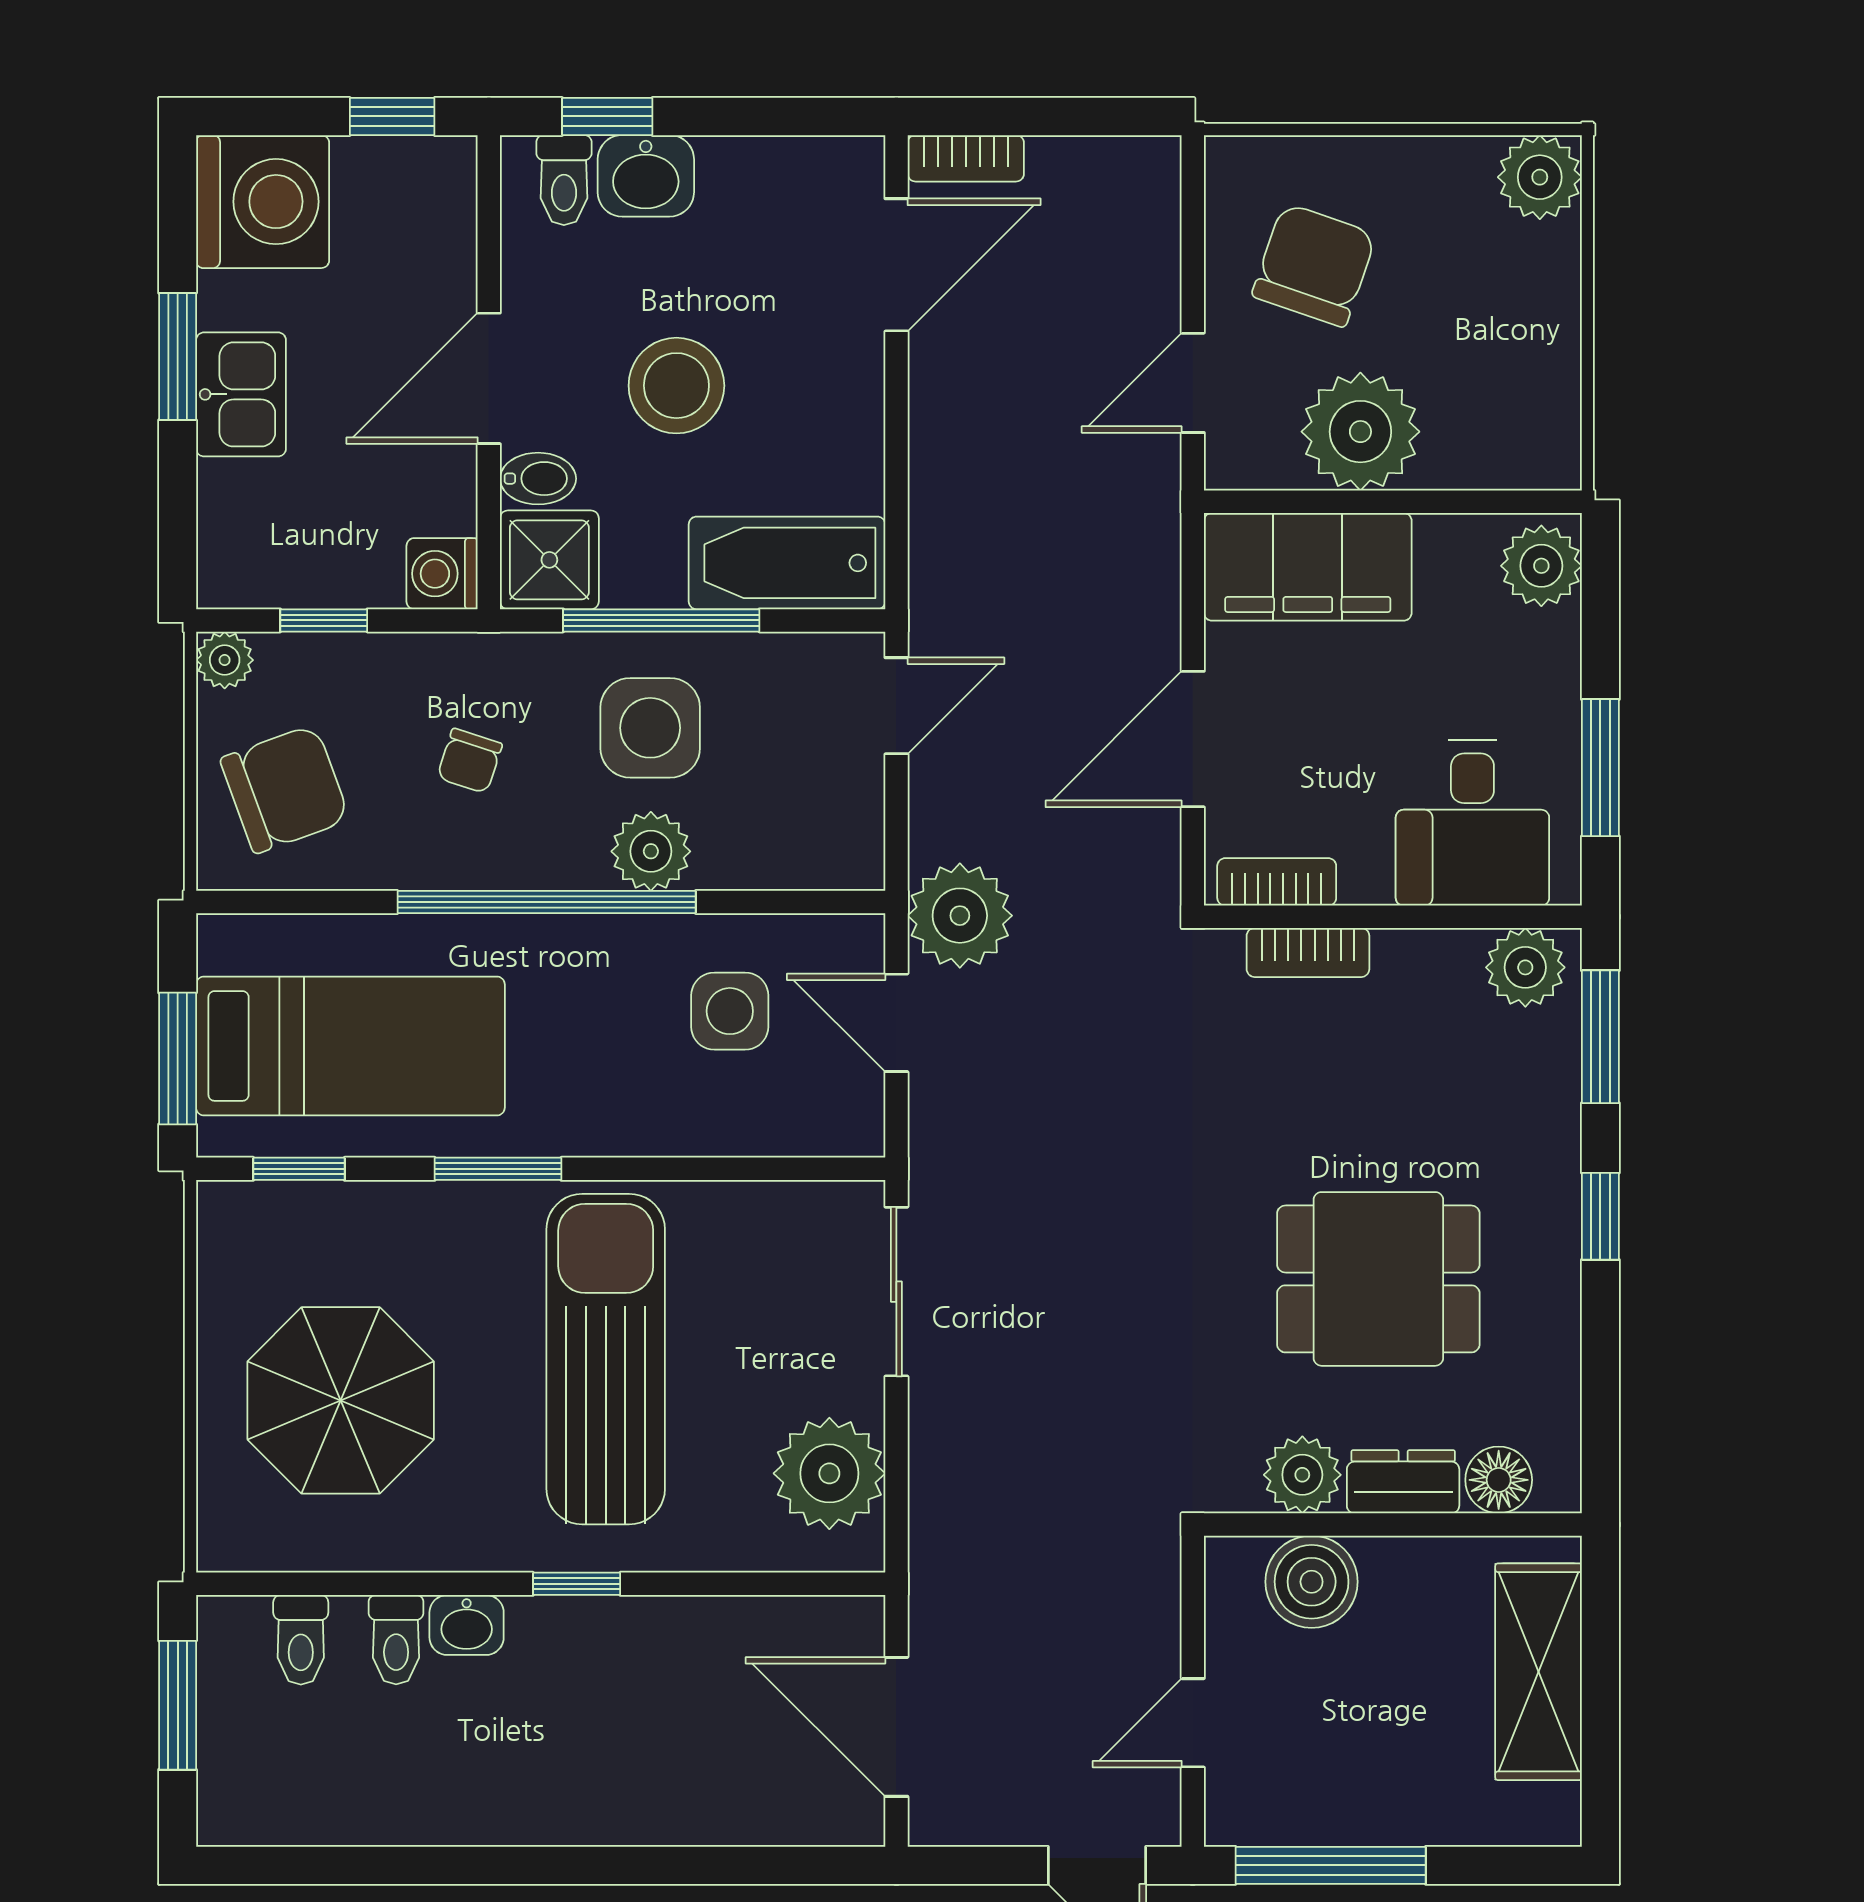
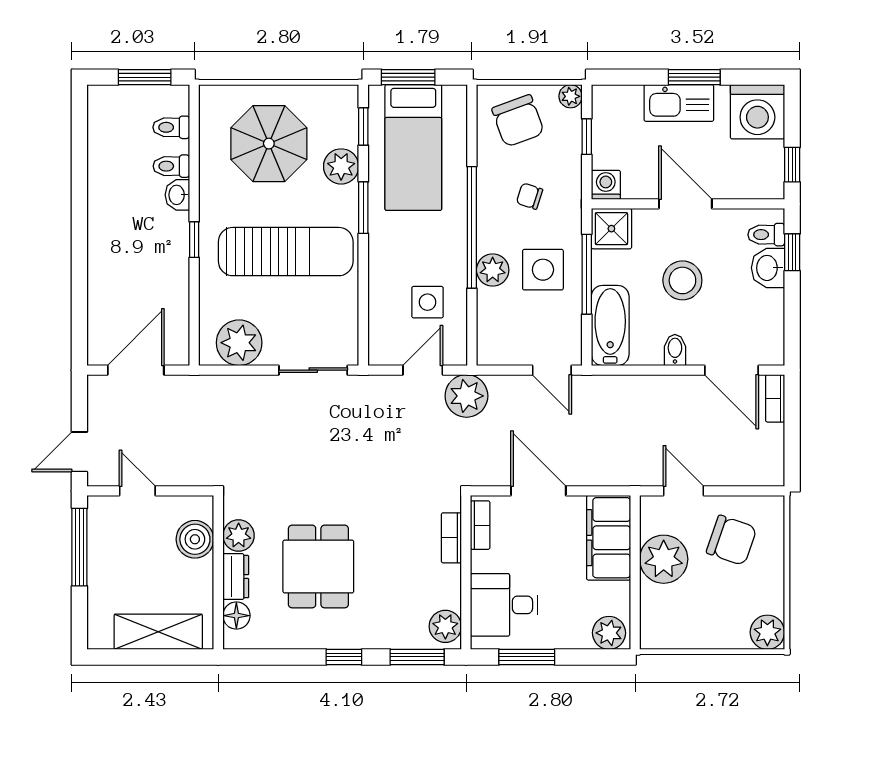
kitchen sink: (241, 394) -> (679, 103), width x1.38
bidet: (538, 479) -> (675, 350), moved, turned 180
plant: (397, 1223) -> (341, 166), added

